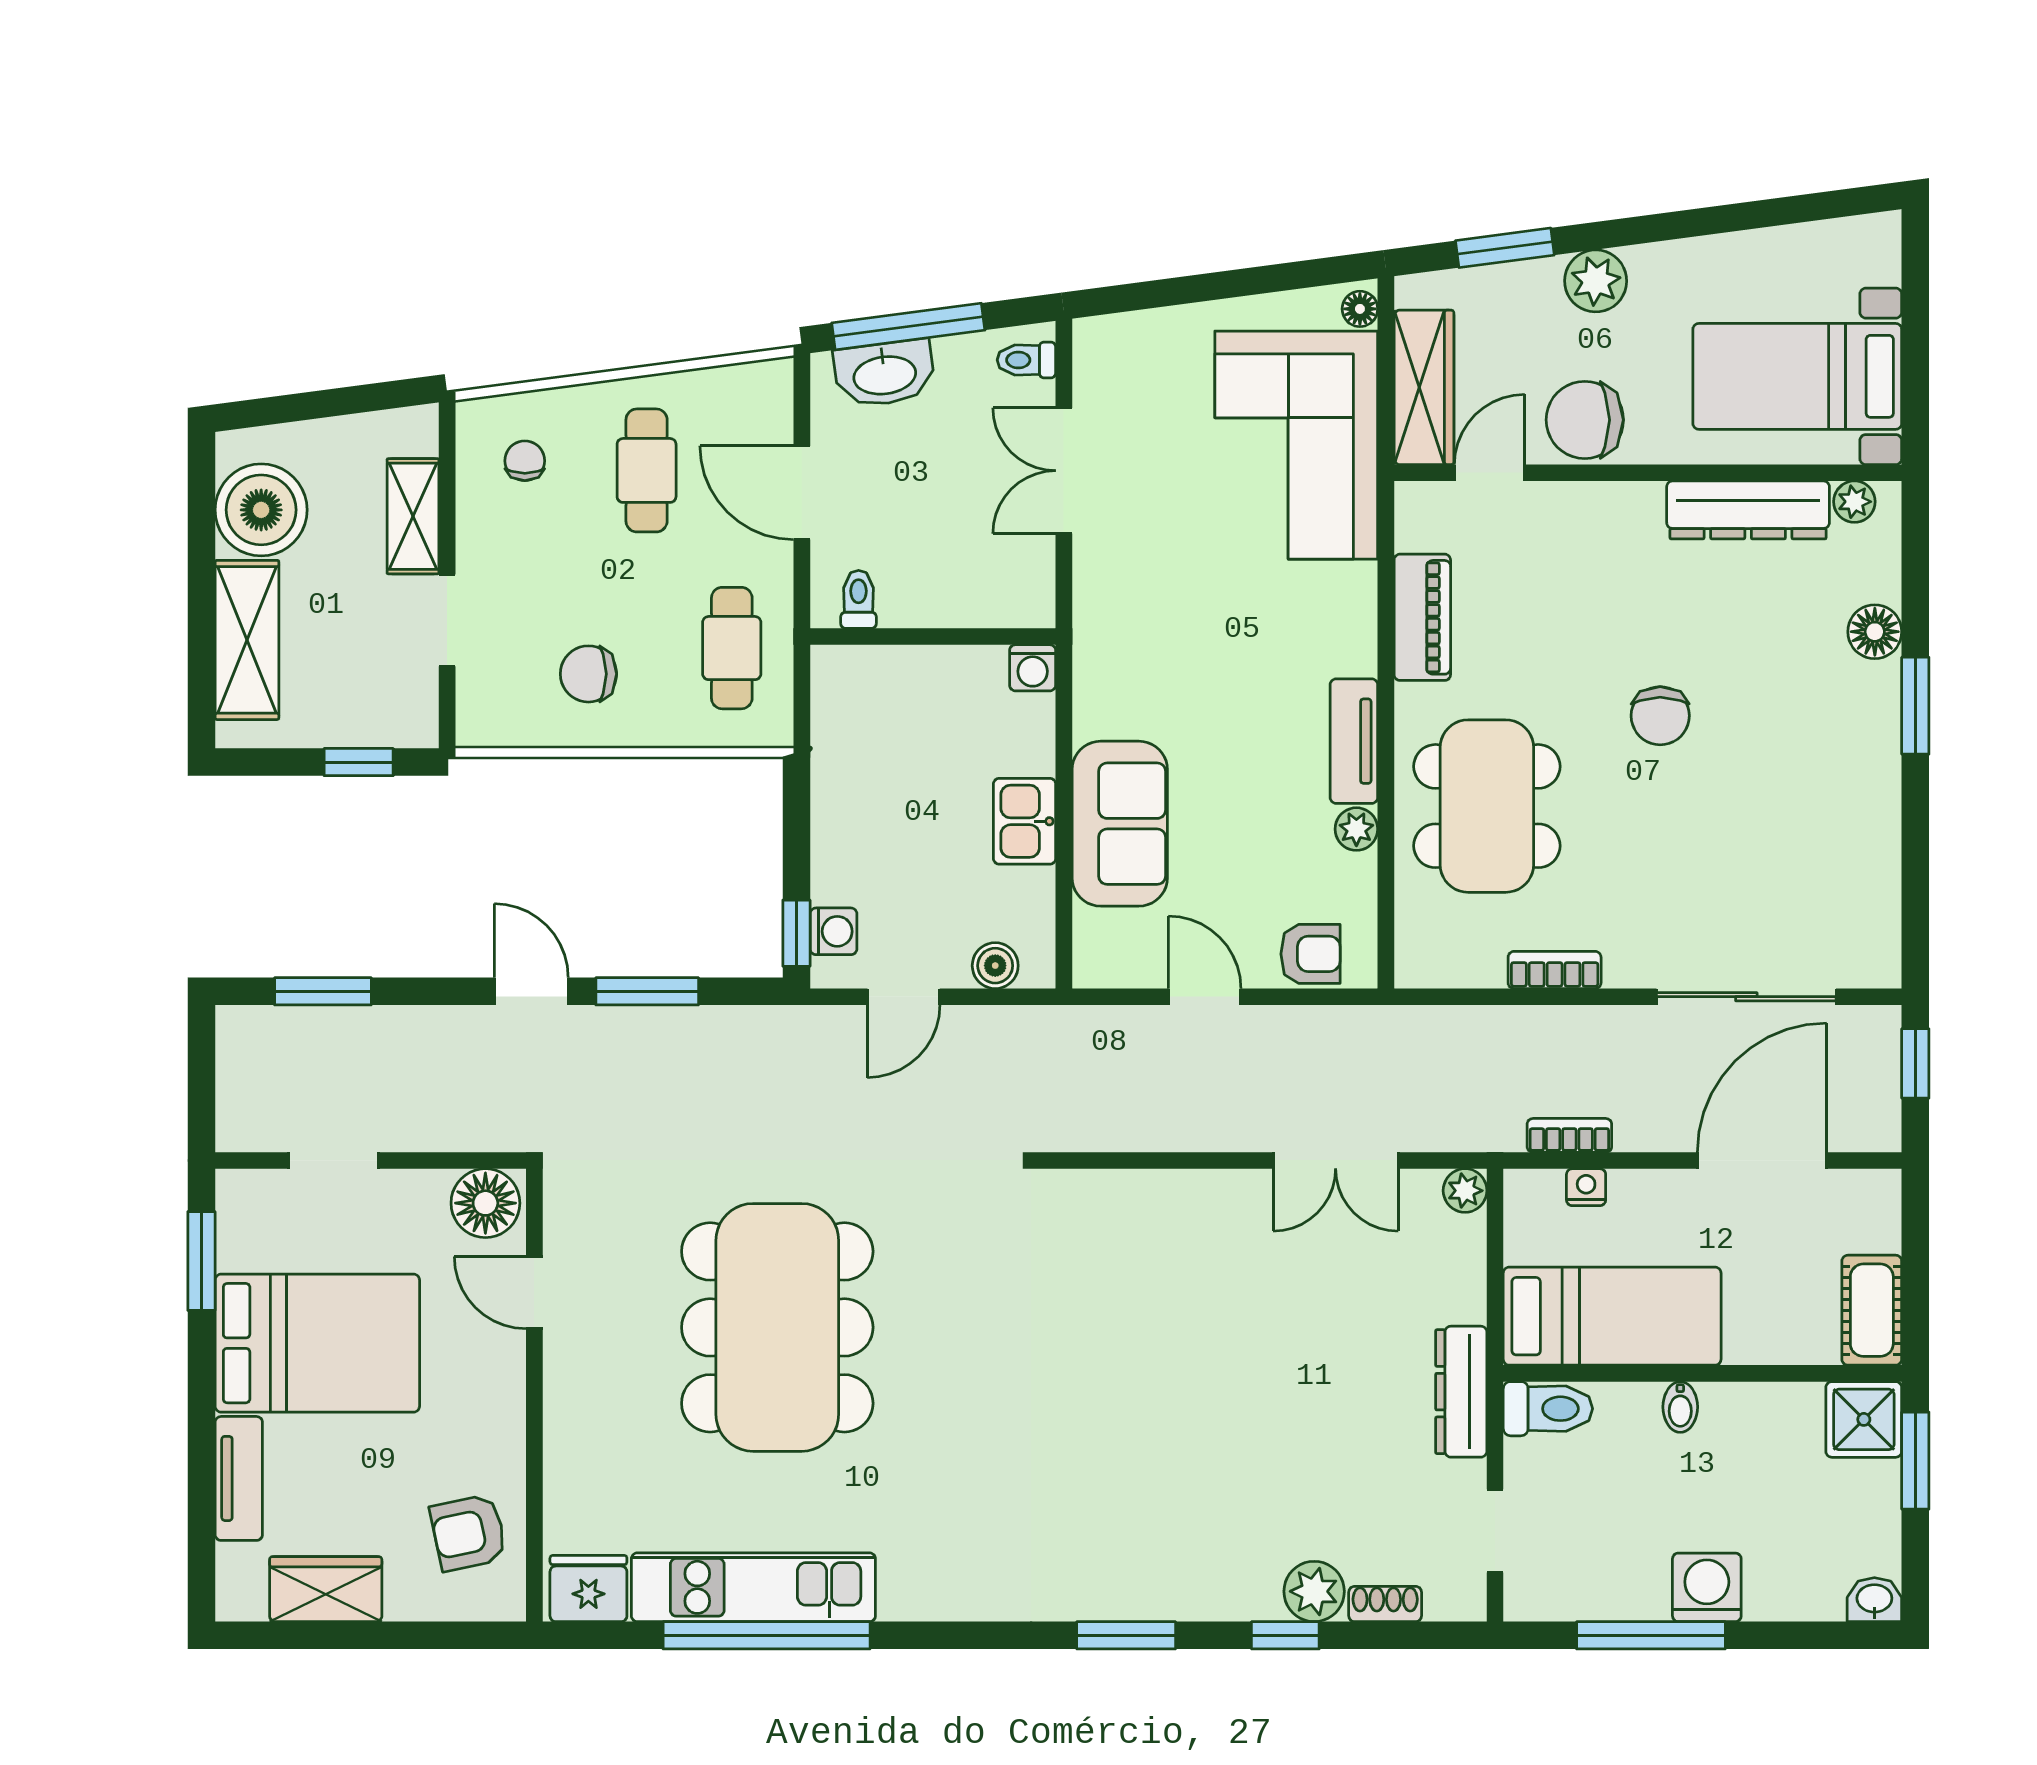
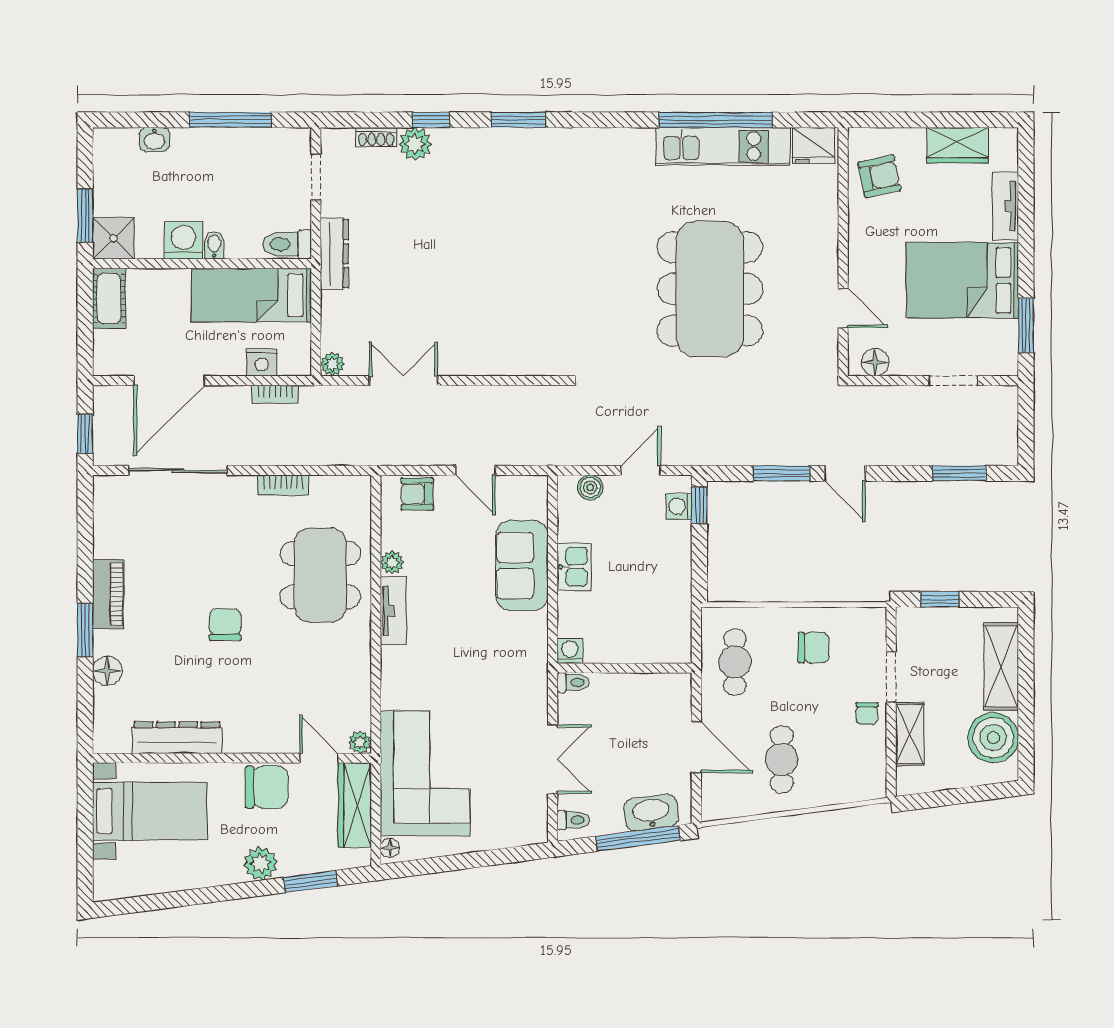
chair: (525, 461) -> (867, 713), moved
door: (1489, 473) -> (319, 758), swing flipped
plant: (1854, 502) -> (360, 742), moved
toilet: (859, 599) -> (573, 682), moved, turned -90
piano: (1422, 617) -> (108, 594), moved, turned 180
nightstand: (1586, 1187) -> (262, 362), width x1.39, depth x1.35
floor lamp: (485, 1203) -> (875, 362), width x0.73, depth x0.73
washing machine: (1707, 1587) -> (183, 240), moved, turned 180
washbasin: (1874, 1600) -> (154, 139), moved

